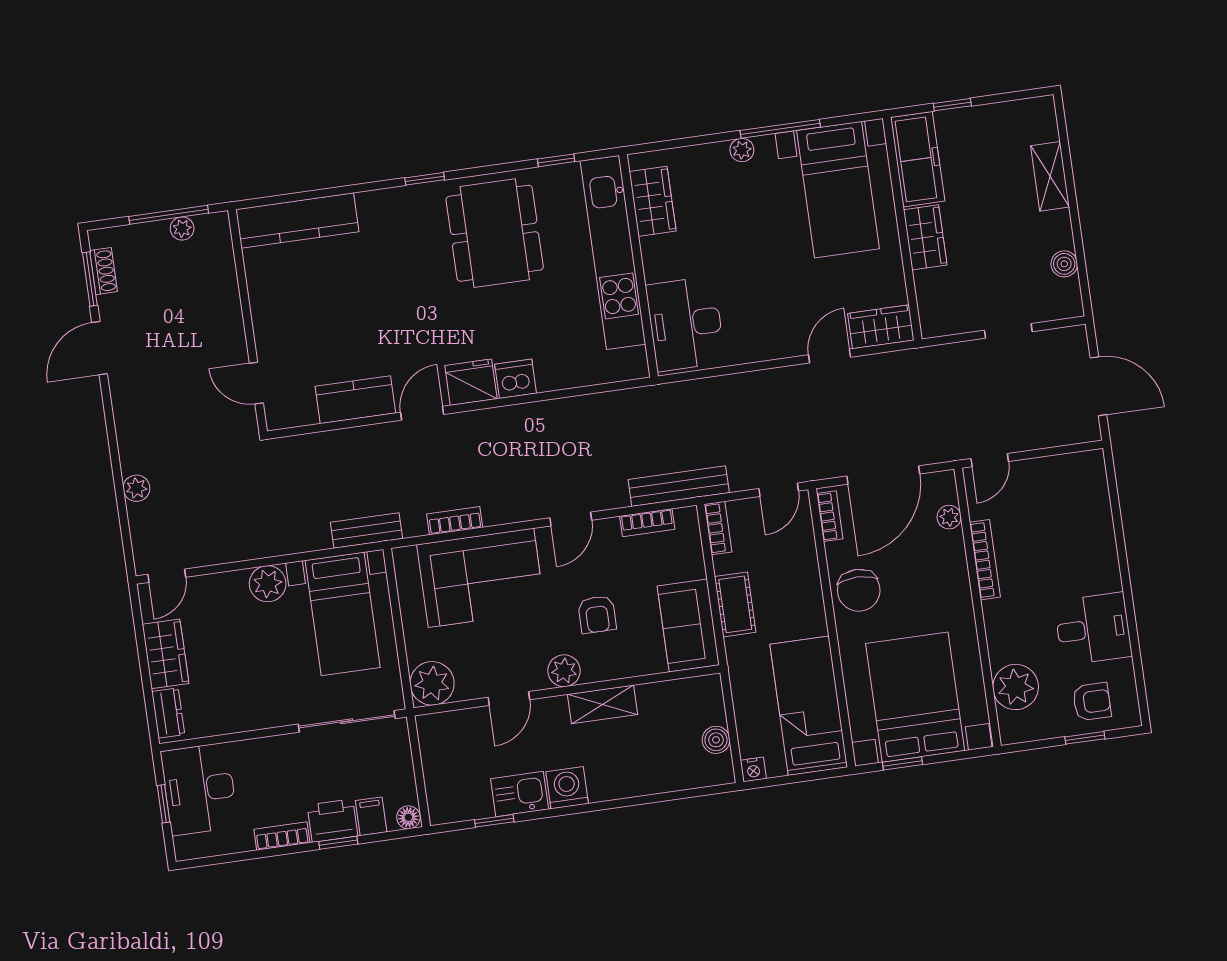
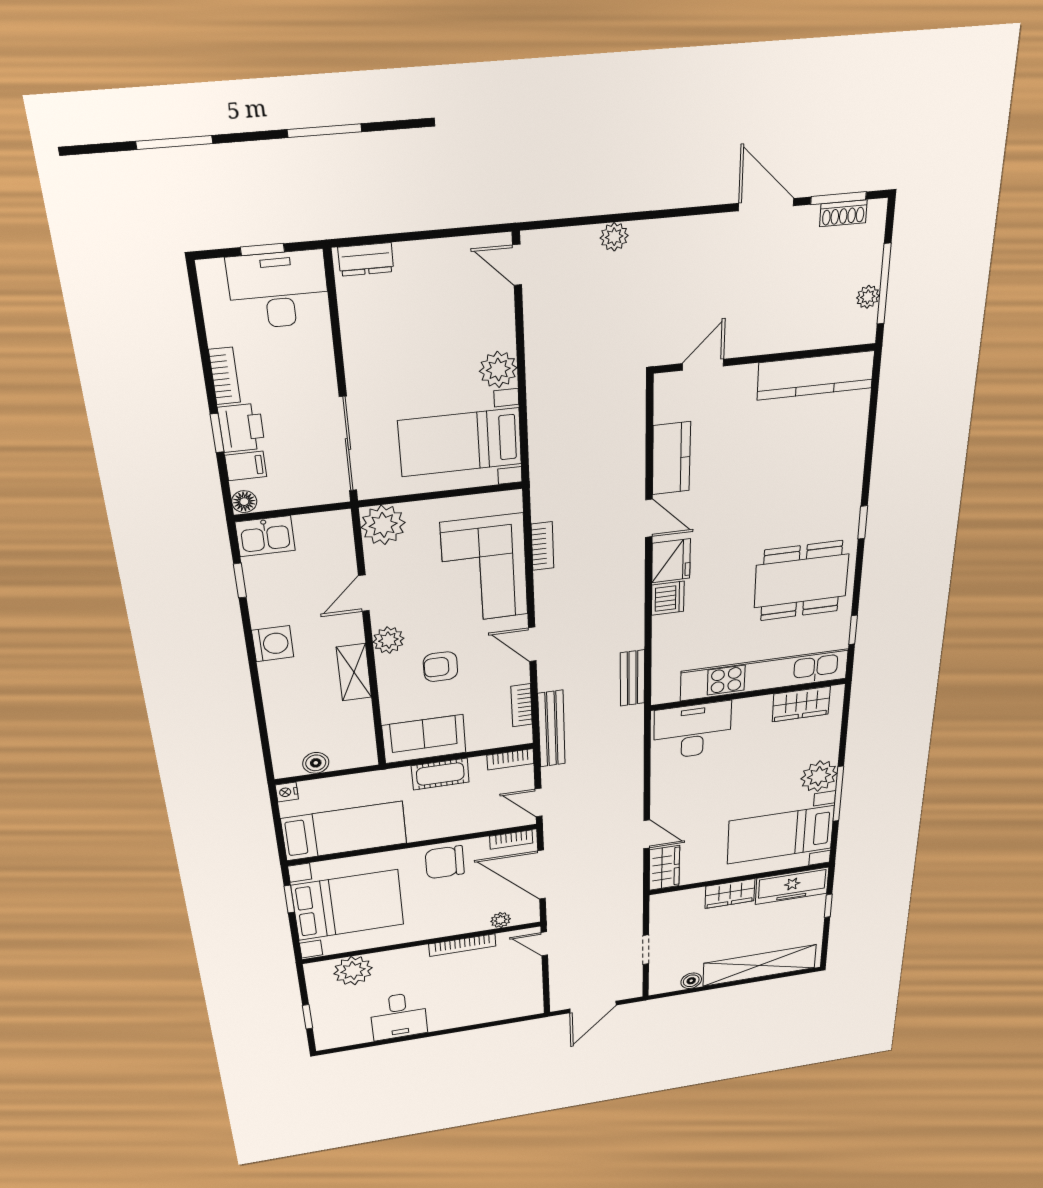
plant: (742, 150) -> (819, 776), width x1.88, depth x1.88
shelving: (1050, 176) -> (760, 965), width x2.20, depth x1.33
kitchen counter: (297, 220) -> (816, 375), moved, turned -90
bench: (367, 531) -> (633, 678), moved
wardrobe: (165, 654) -> (432, 260), removed
door: (509, 699) -> (364, 593), hinge flipped
armchair: (1092, 702) -> (338, 1019), removed
kitchen sink: (520, 794) -> (265, 536), moved, turned 90

